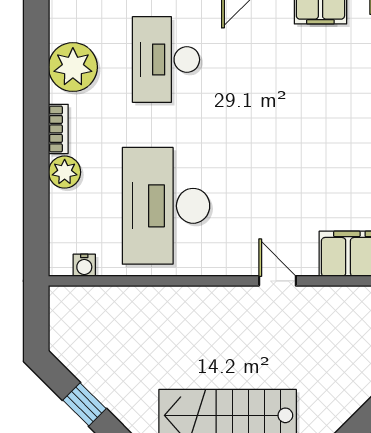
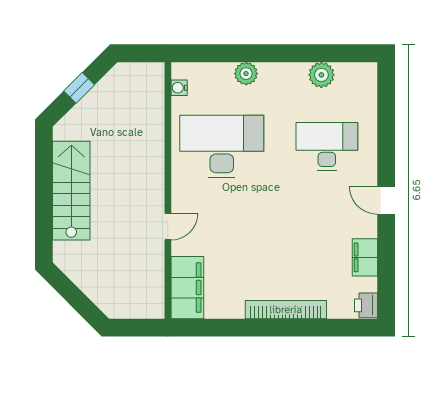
plant: (73, 67) -> (321, 75), width x0.73, depth x0.73
bookcase: (58, 129) -> (277, 69), removed

